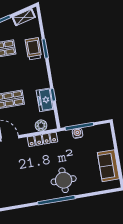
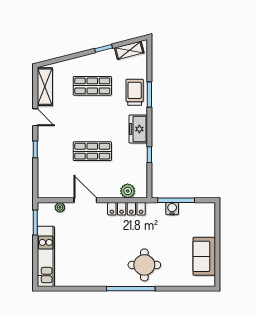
freezer: (45, 100) -> (138, 129), moved

